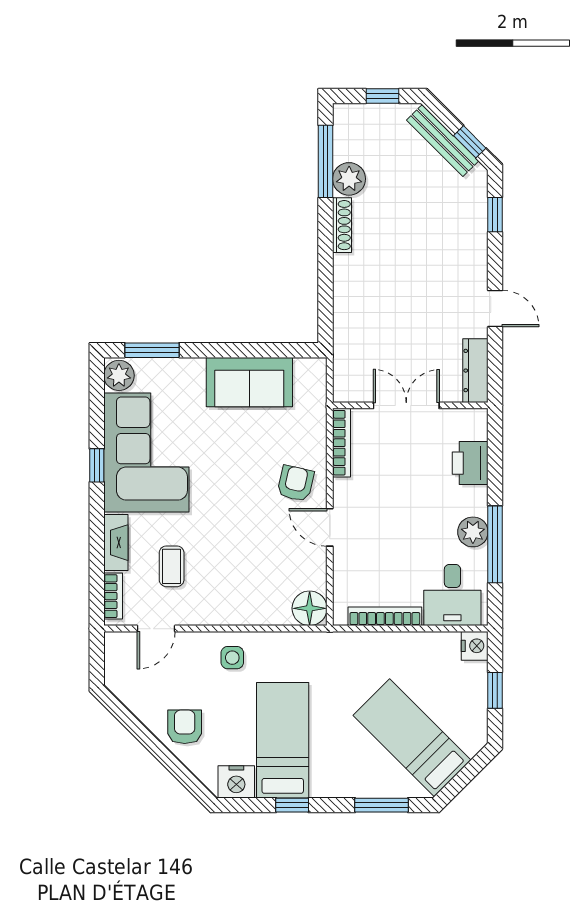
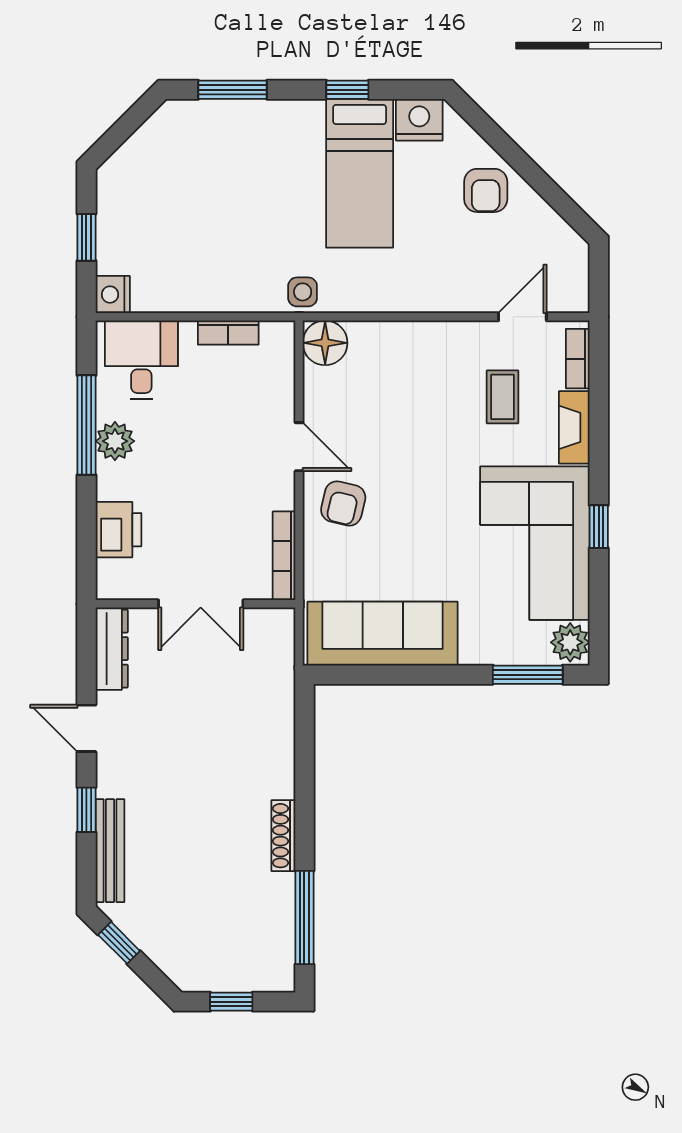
bench: (443, 140) -> (110, 851), moved, turned 45
plant: (349, 179) -> (274, 895), removed
window: (495, 215) -> (86, 810), moved
sofa: (249, 382) -> (383, 634), width x1.36
bookcase: (385, 616) -> (228, 333), width x0.64
side table: (232, 658) -> (303, 292), moved
bed: (412, 738) -> (193, 176), removed

